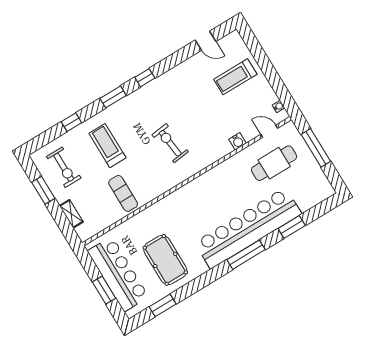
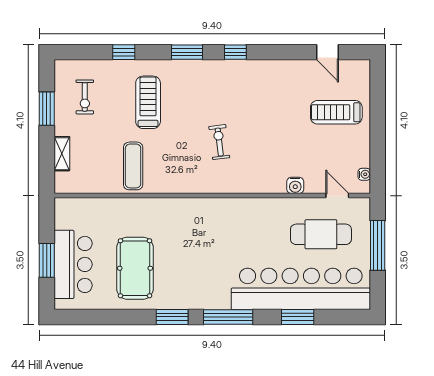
exercise bike: (170, 143) -> (219, 142), width x0.73, depth x0.72
exercise bike: (64, 167) -> (85, 97), width x0.73, depth x0.72
bar counter: (248, 228) -> (301, 289), moved
bar counter: (118, 274) -> (73, 264), width x0.73
window: (163, 305) -> (172, 317), moved

